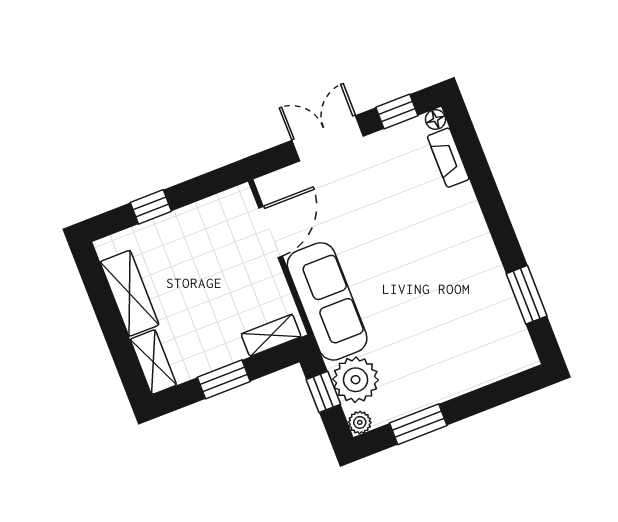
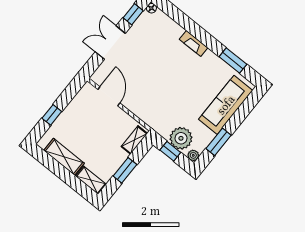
fireplace: (448, 158) -> (194, 43), moved
sofa: (327, 301) -> (226, 105), moved, turned -90

